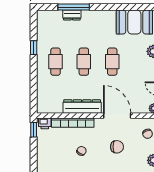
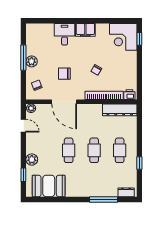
dresser: (72, 15) -> (126, 192), moved
dresser: (82, 106) -> (120, 110), moved
window: (34, 130) -> (139, 89), removed

